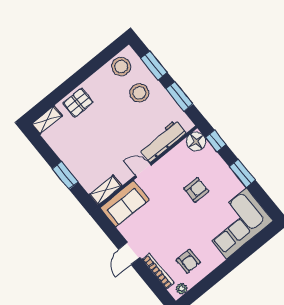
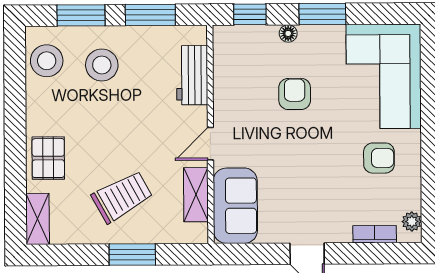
workbench: (163, 141) -> (192, 75), width x0.73
floor lamp: (196, 141) -> (288, 33), moved, width x0.53, depth x0.53
trolley: (88, 150) -> (122, 197), added
shelving: (105, 190) -> (196, 195), moved
armchair: (188, 261) -> (379, 158), moved
bookcase: (158, 271) -> (375, 234), width x0.64

